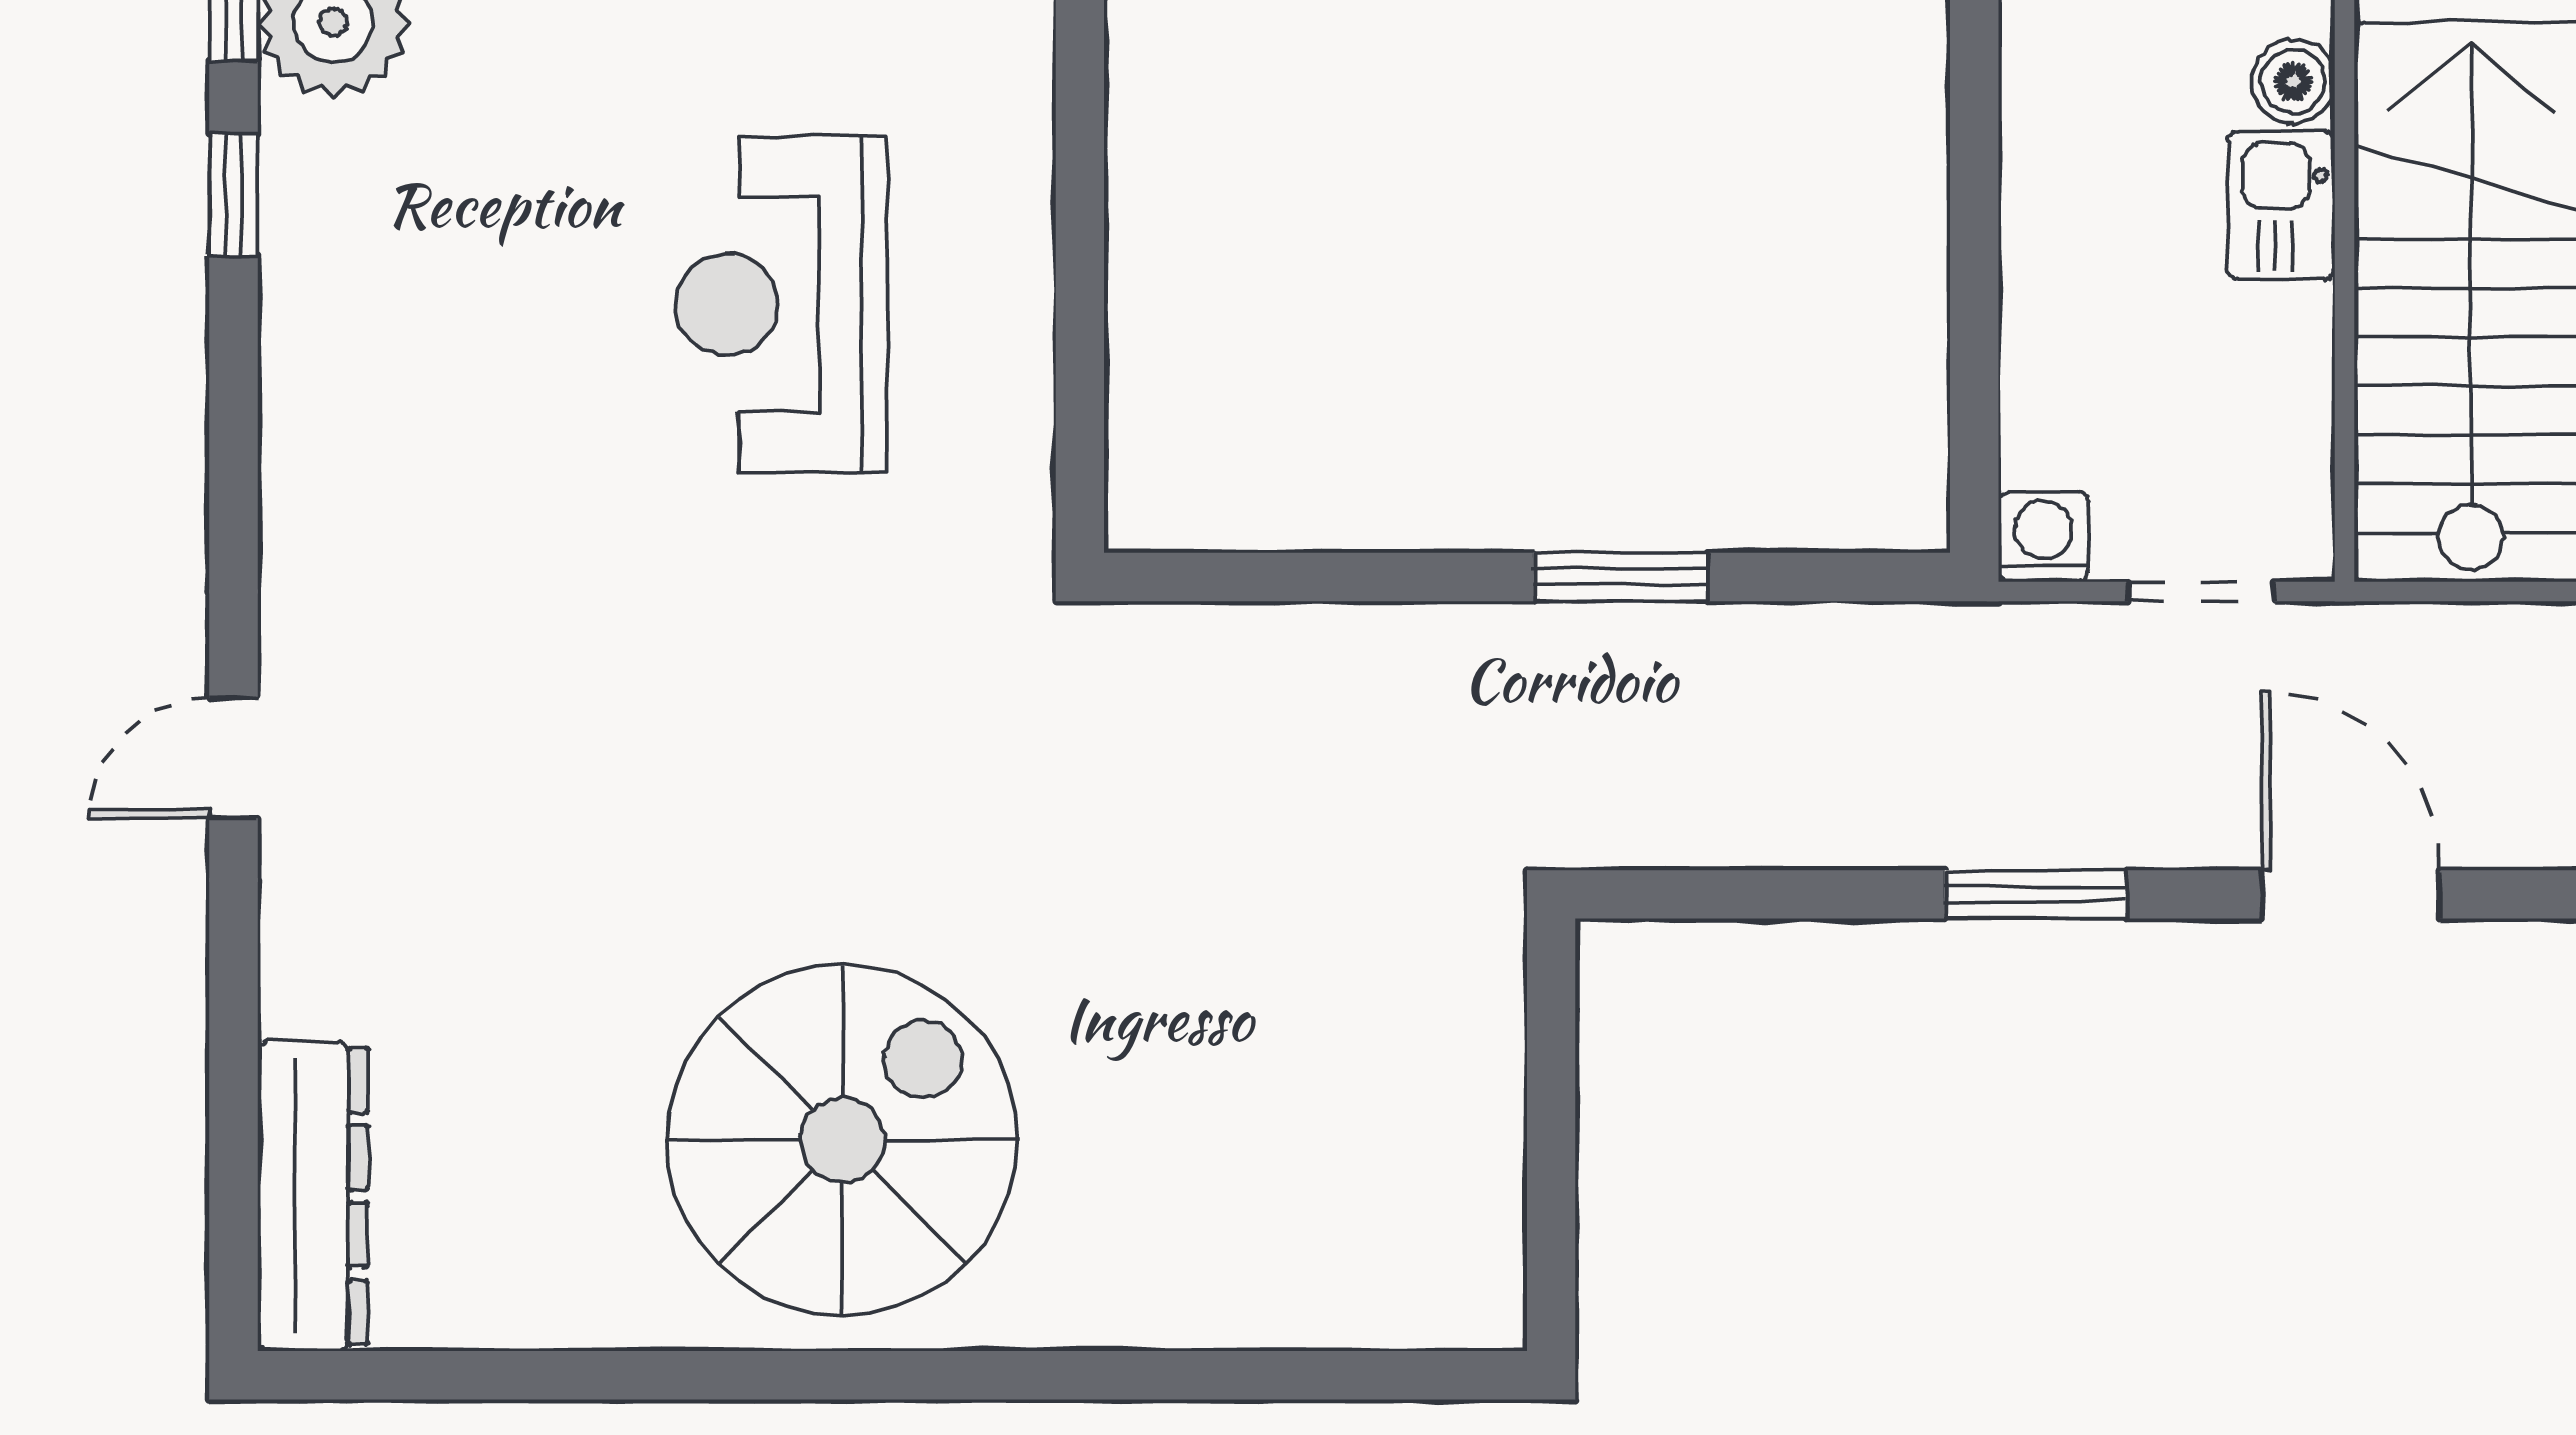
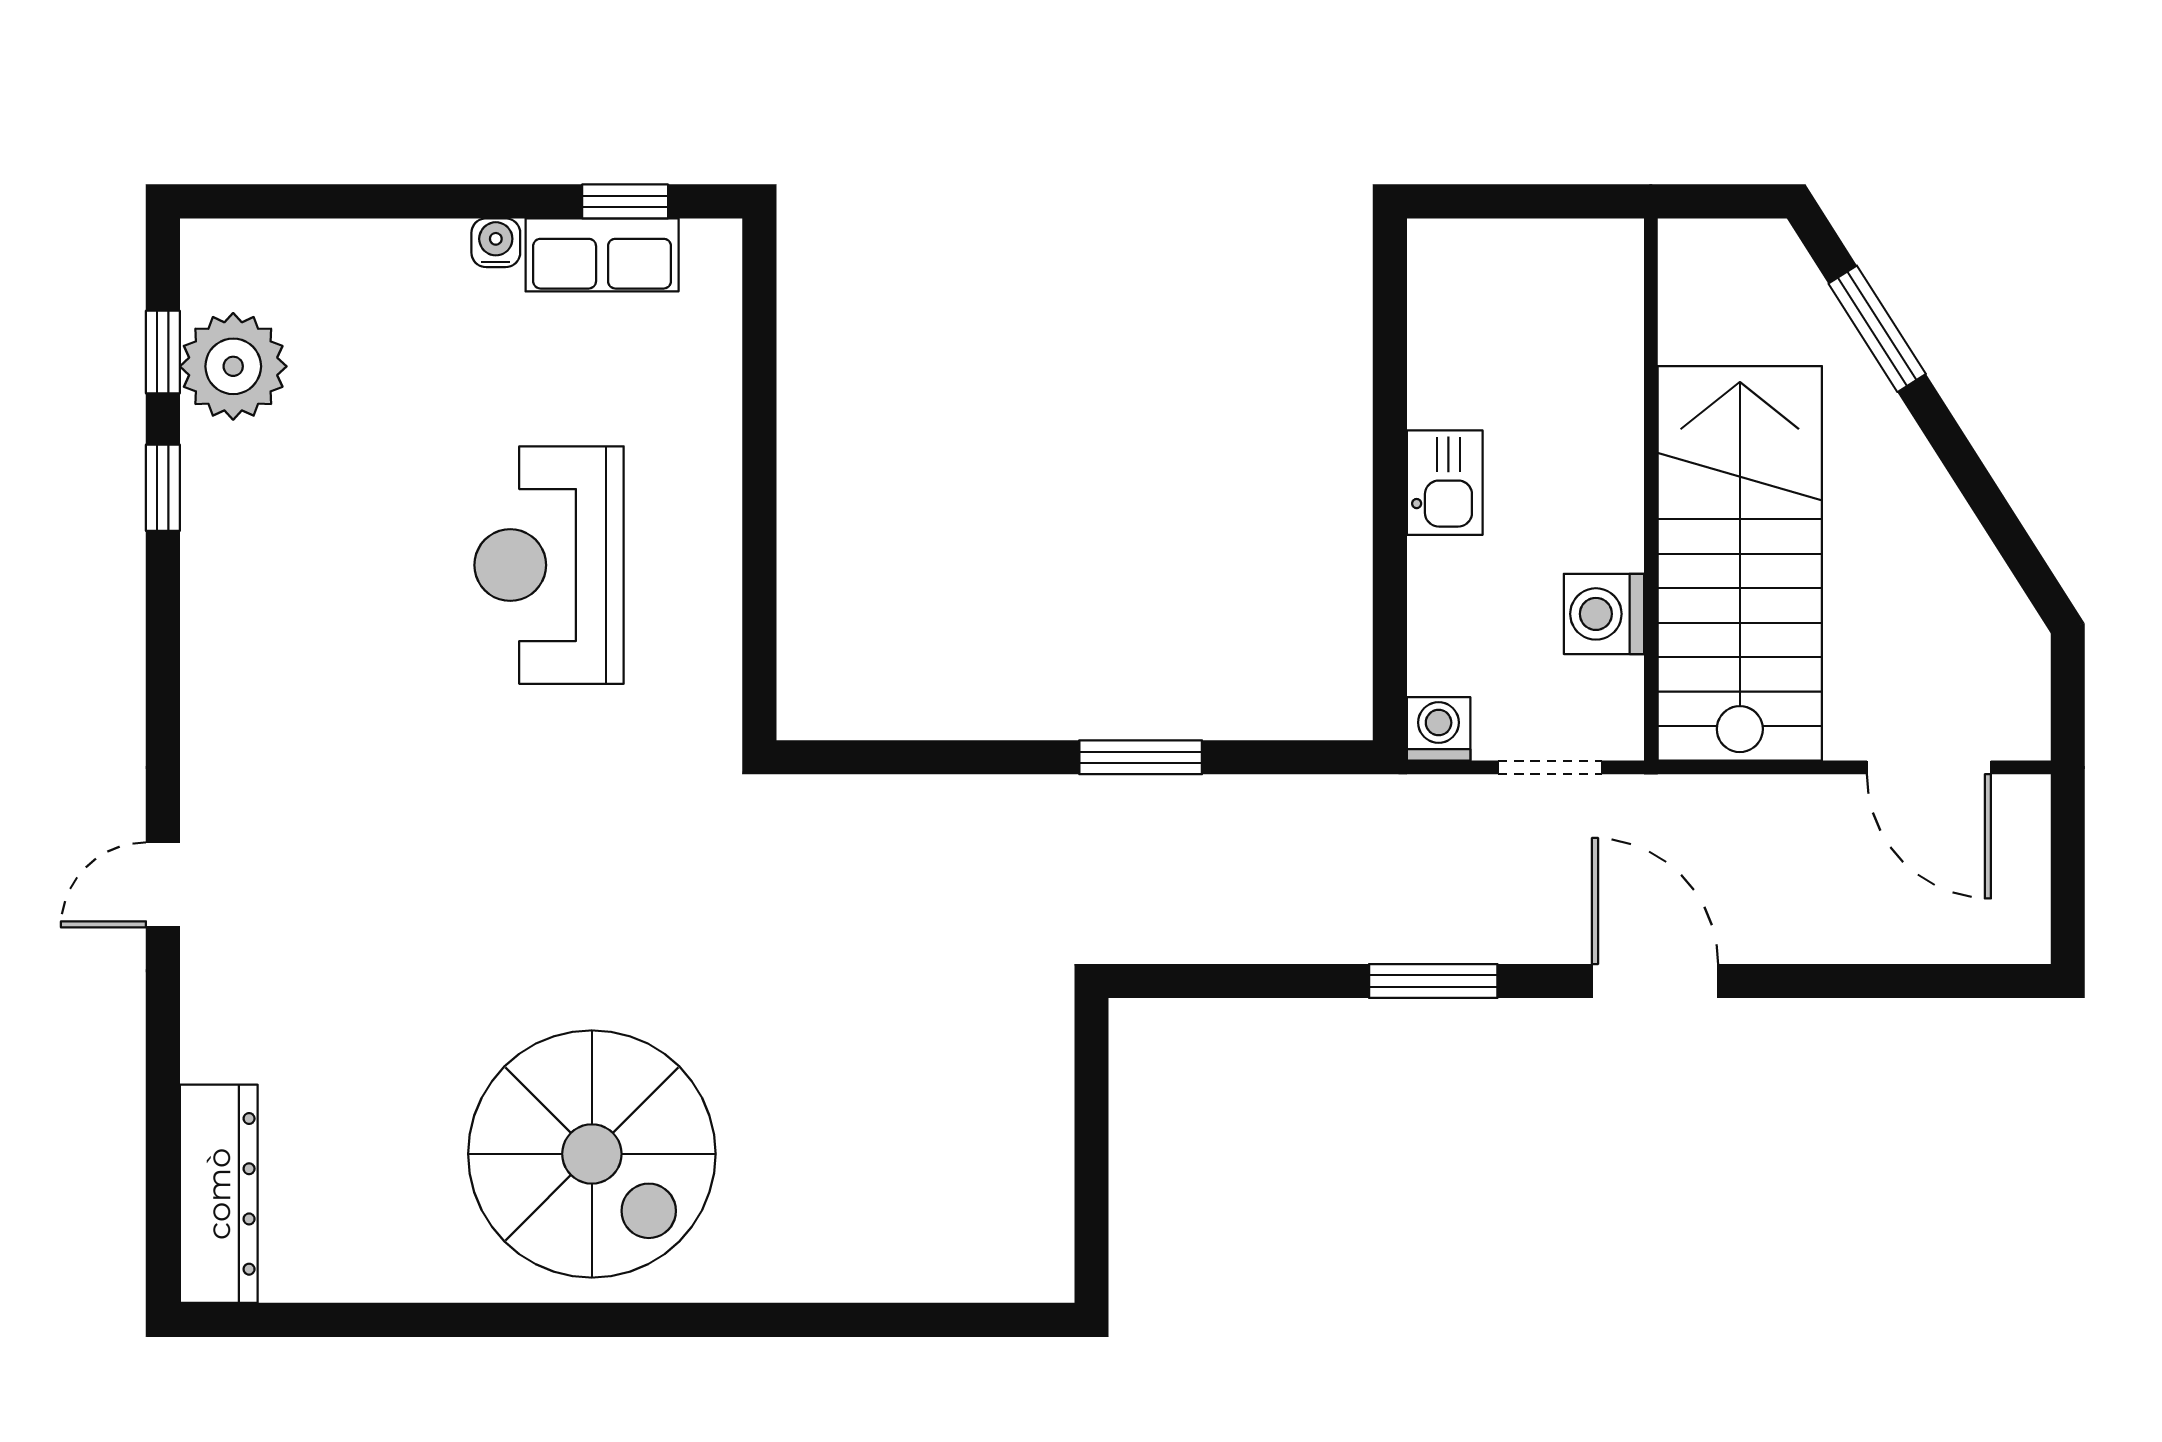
boiler: (2293, 81) -> (1614, 408), removed
kitchen sink: (2281, 205) -> (1445, 483), moved, turned 180
washing machine: (2278, 374) -> (1604, 614), added
spiral stairs: (842, 1140) -> (592, 1154), turned 90

